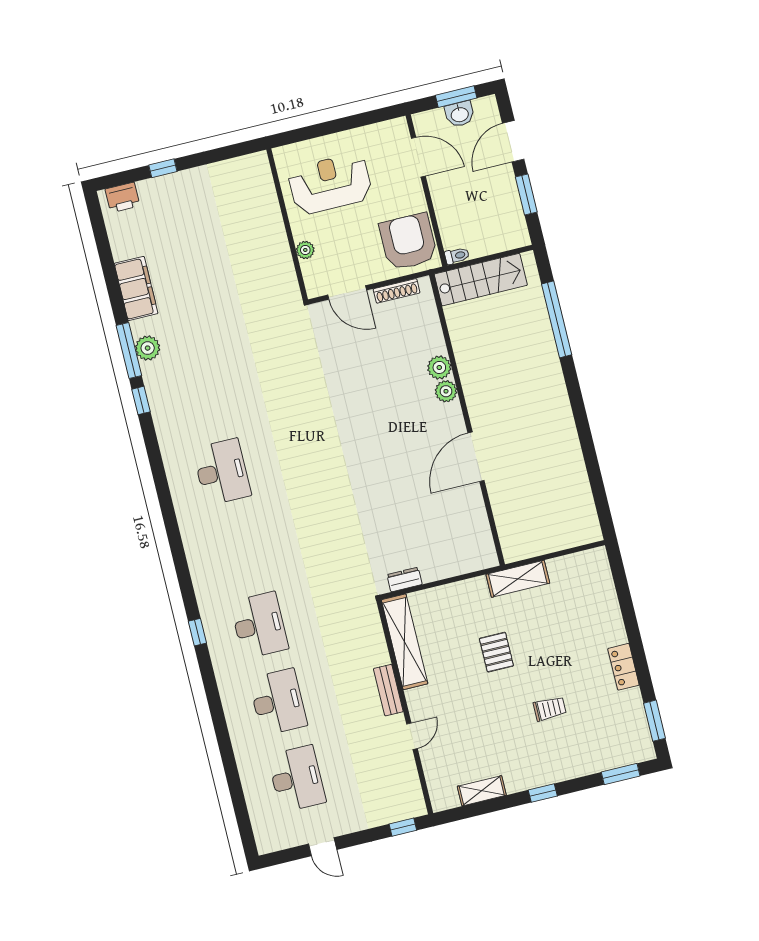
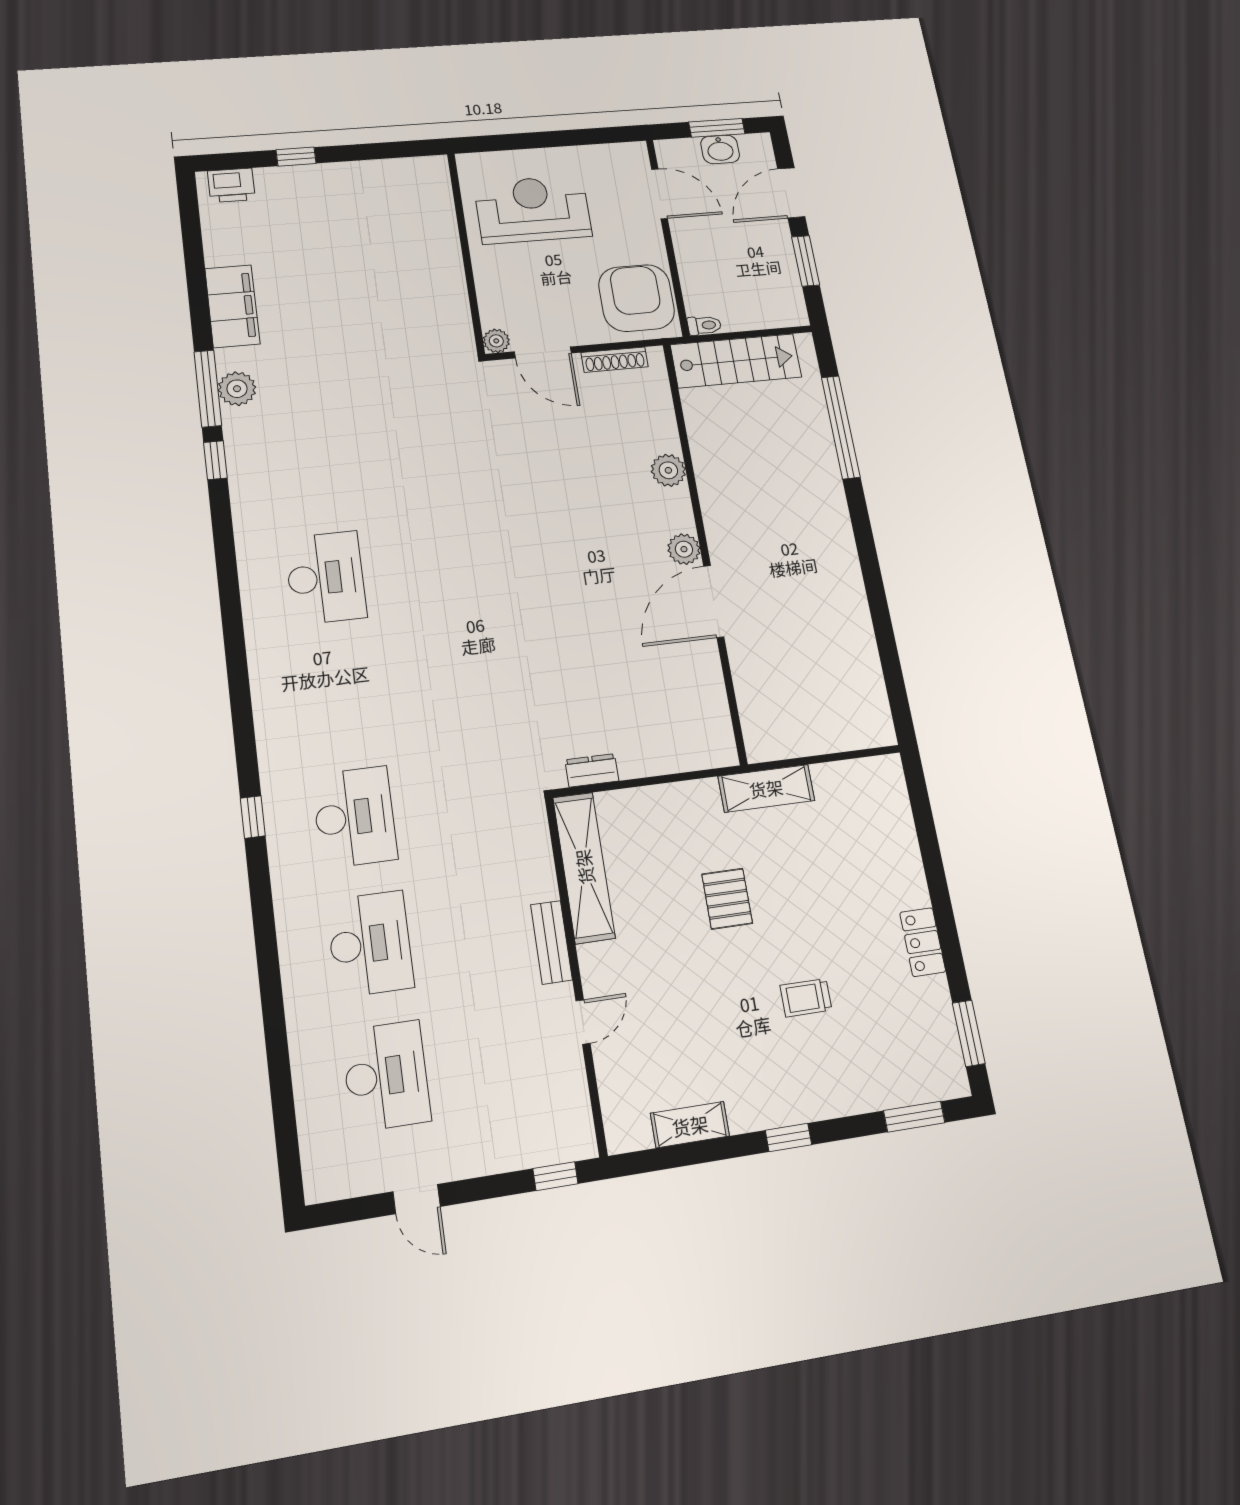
plant: (305, 250) -> (496, 341), moved
plant: (446, 391) -> (684, 549), moved
trolley: (550, 709) -> (806, 998), turned 180

